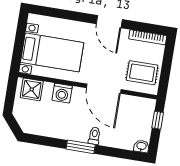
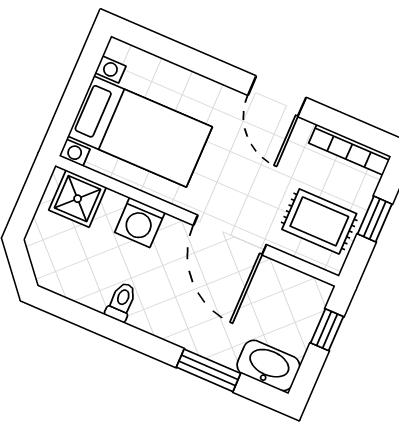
window: (167, 65) -> (375, 219), added
toilet: (94, 136) -> (121, 302), moved
washbasin: (141, 146) -> (268, 366), width x1.91, depth x1.45
window: (81, 147) -> (209, 370), moved

